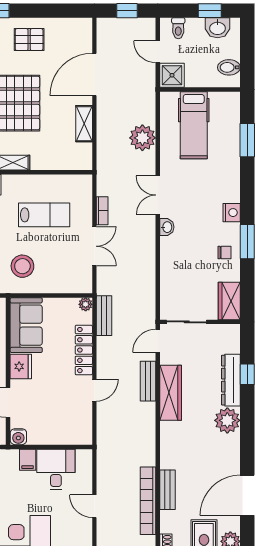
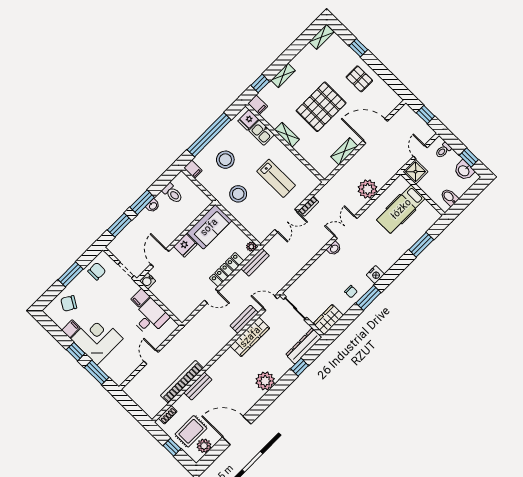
dresser: (231, 380) -> (304, 346), moved

